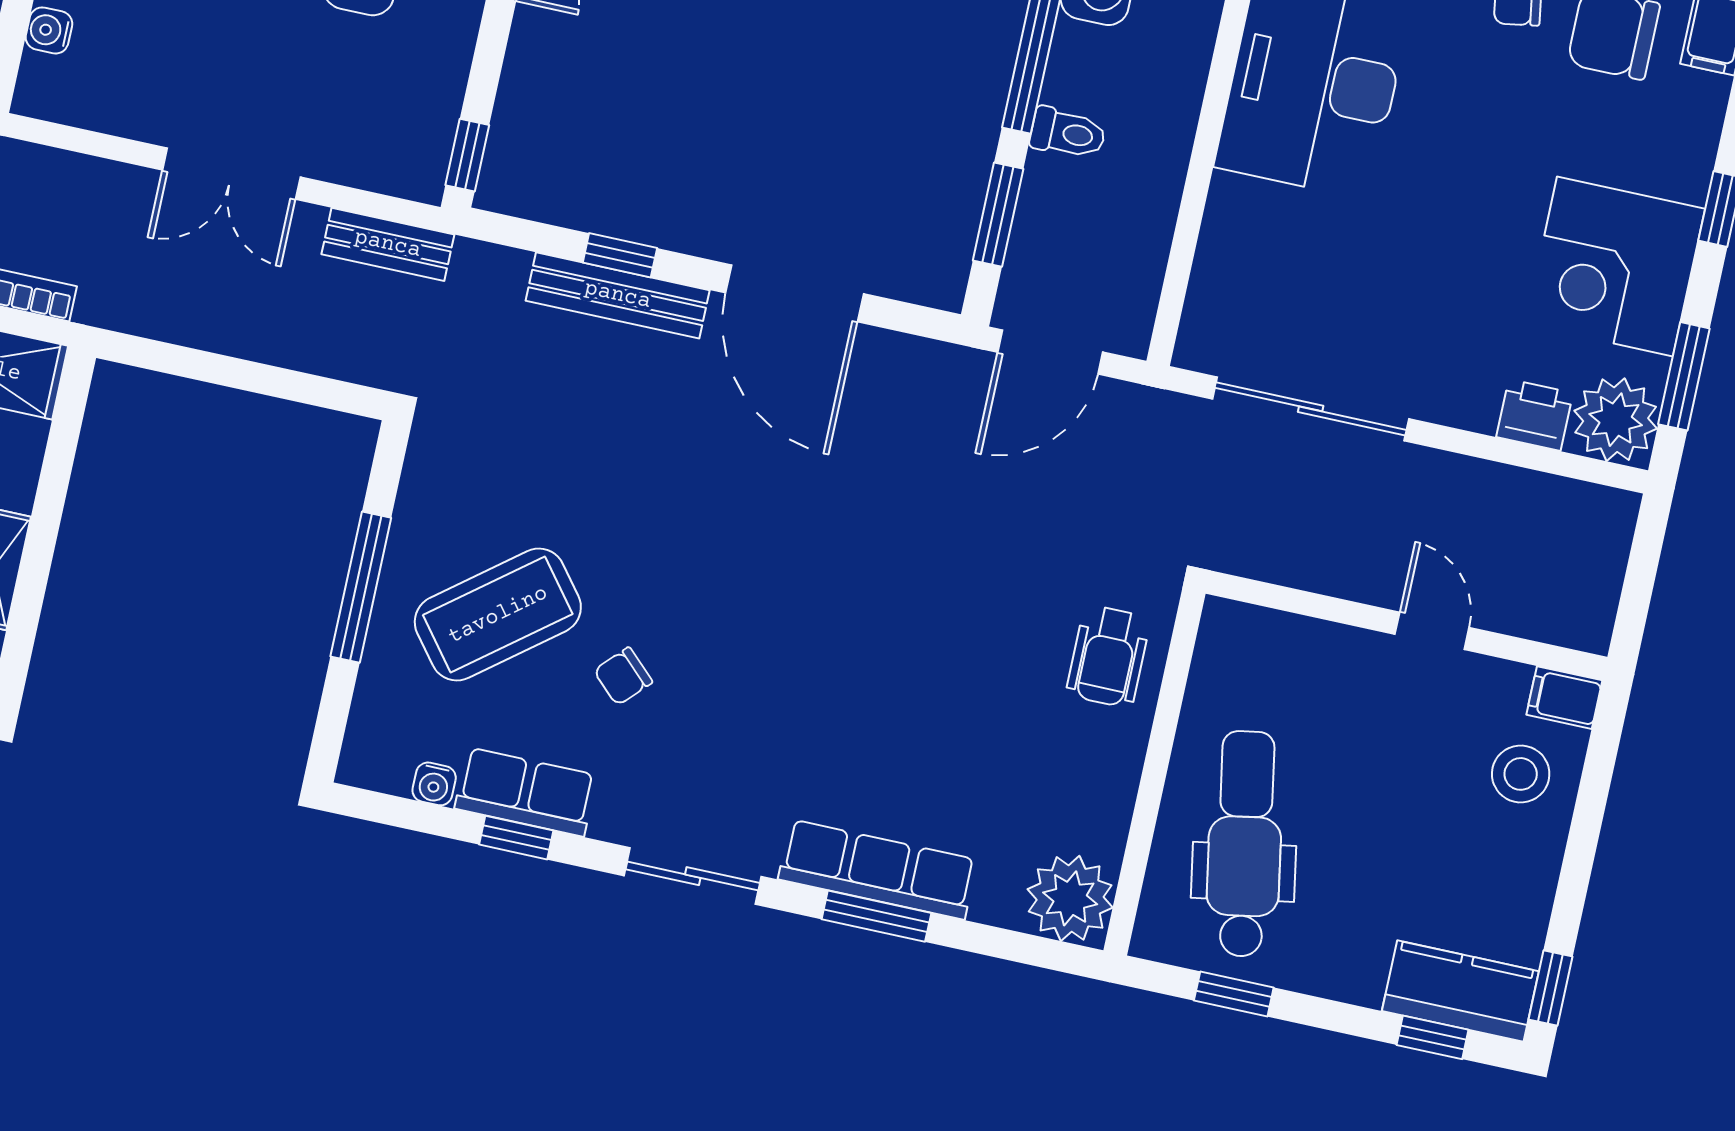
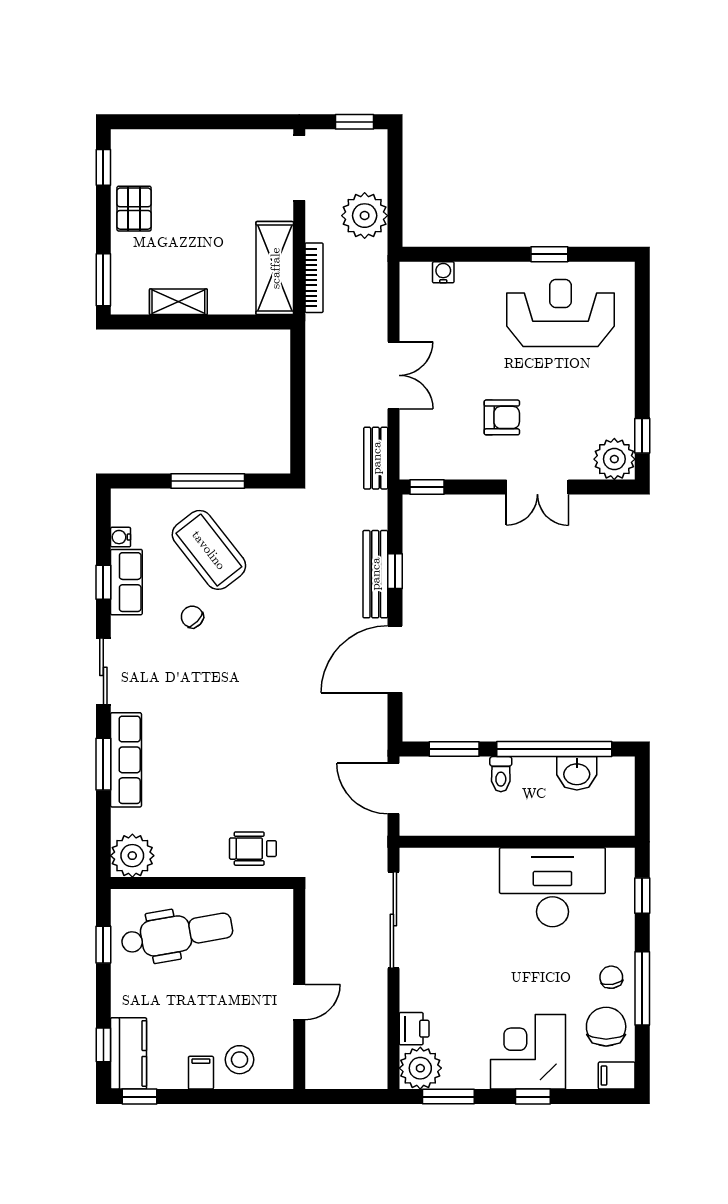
double door: (231, 174) -> (393, 375), swing flipped
corner desk: (1615, 267) -> (528, 1052), moved
filing cabinet: (1564, 698) -> (201, 1073), moved

